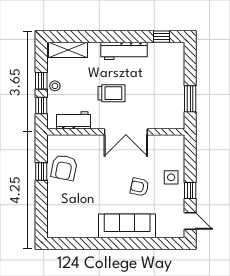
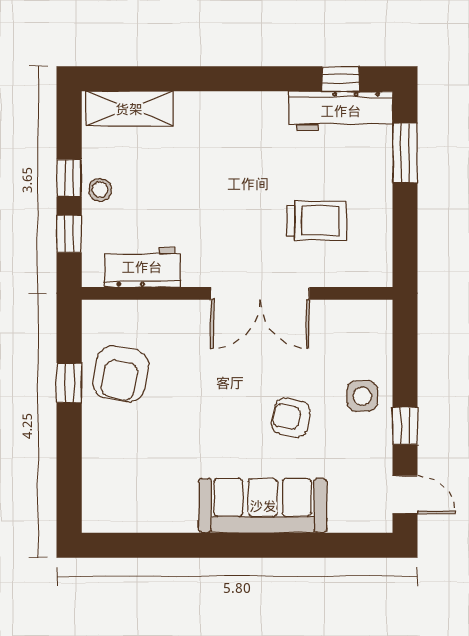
workbench: (124, 51) -> (341, 111), moved
trolley: (111, 93) -> (316, 221), moved
window: (190, 99) -> (405, 153), moved

